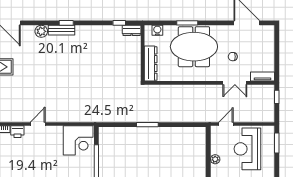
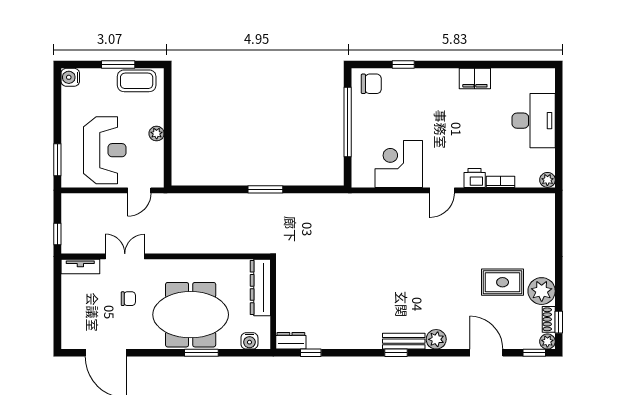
corner desk: (78, 140) -> (399, 164), moved

